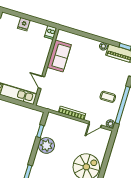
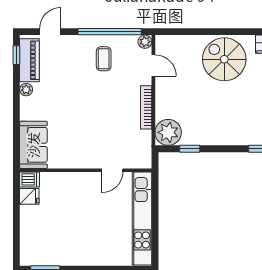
fridge: (24, 24) -> (29, 196), moved
sofa: (59, 56) -> (33, 145), moved, turned 90
plant: (46, 145) -> (168, 132), moved

